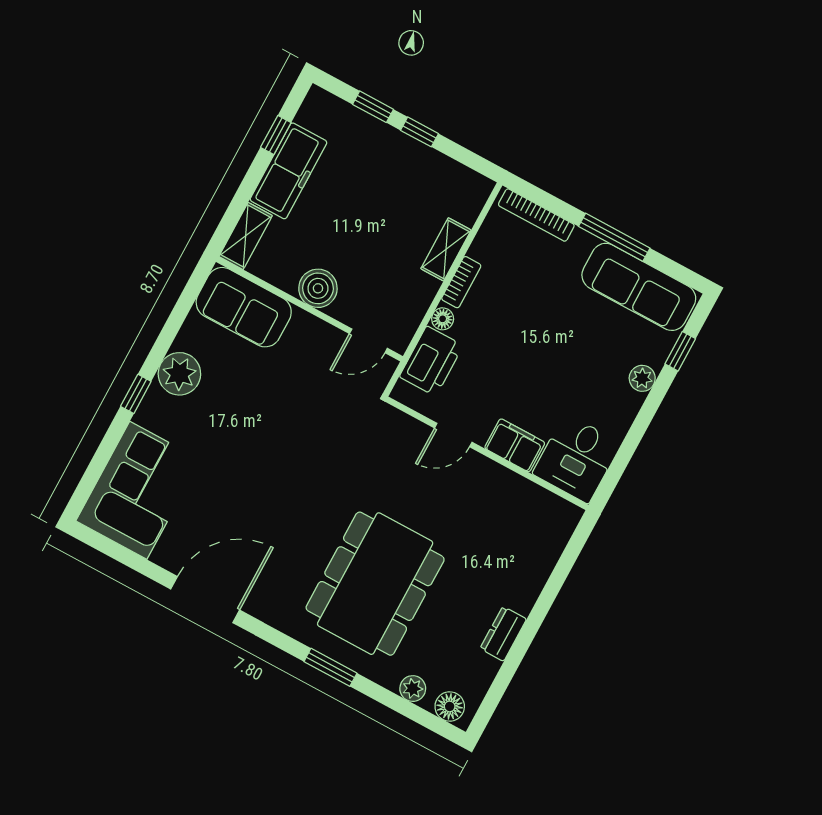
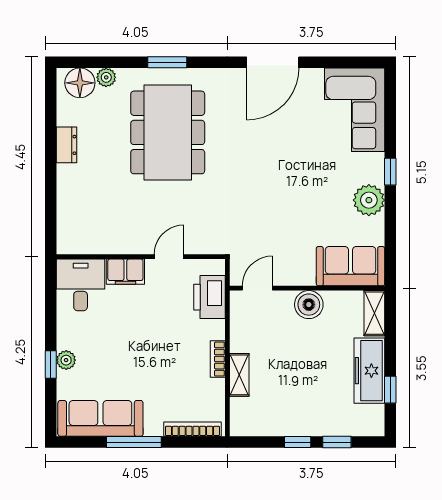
floor lamp: (443, 319) -> (217, 329), removed
window: (680, 351) -> (51, 365), moved
floor lamp: (450, 706) -> (80, 83), width x1.38, depth x1.38

